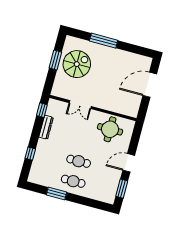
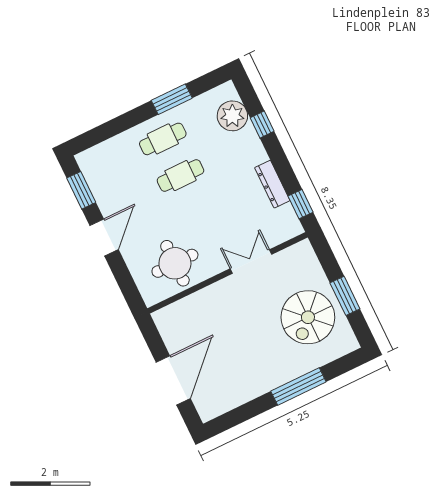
plant: (39, 167) -> (232, 116), added

